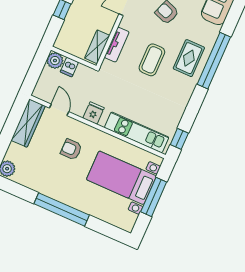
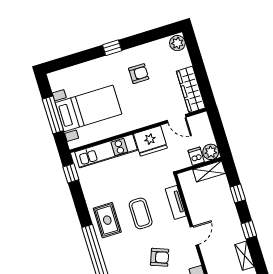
shelving: (97, 47) -> (209, 171), moved, turned 90
rug: (189, 58) -> (107, 220), moved
fridge: (94, 113) -> (150, 141), width x1.88, depth x1.34
armchair: (71, 149) -> (139, 74), moved
window: (62, 209) -> (112, 48), width x0.32

